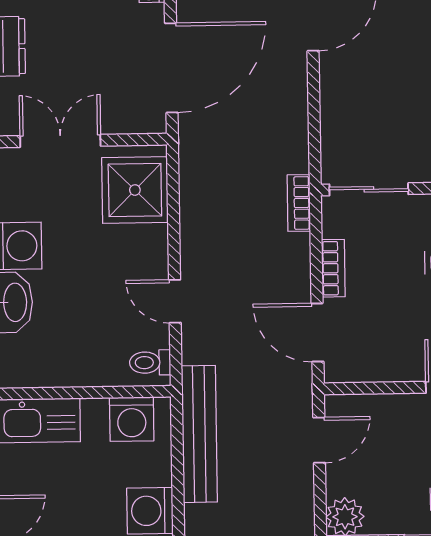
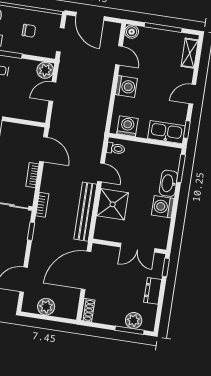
window: (314, 137) -> (31, 231), added
shower: (135, 190) -> (113, 204), moved
bench: (199, 434) -> (85, 212), moved
door: (319, 440) -> (52, 92), moved

